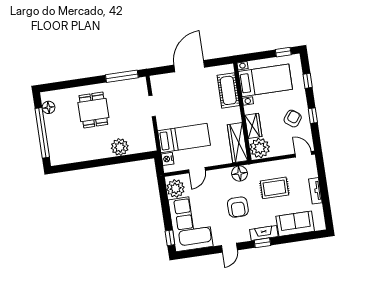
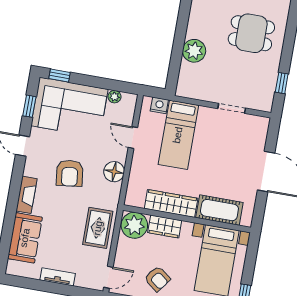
window: (122, 76) -> (282, 83), width x0.46
wardrobe: (238, 143) -> (171, 203), moved
floor lamp: (239, 173) -> (114, 172), moved
plant: (176, 188) -> (114, 97), width x0.53, depth x0.53
rug: (274, 188) -> (98, 228), moved
armchair: (238, 207) -> (70, 173), turned -97
window: (262, 243) -> (29, 106), moved

